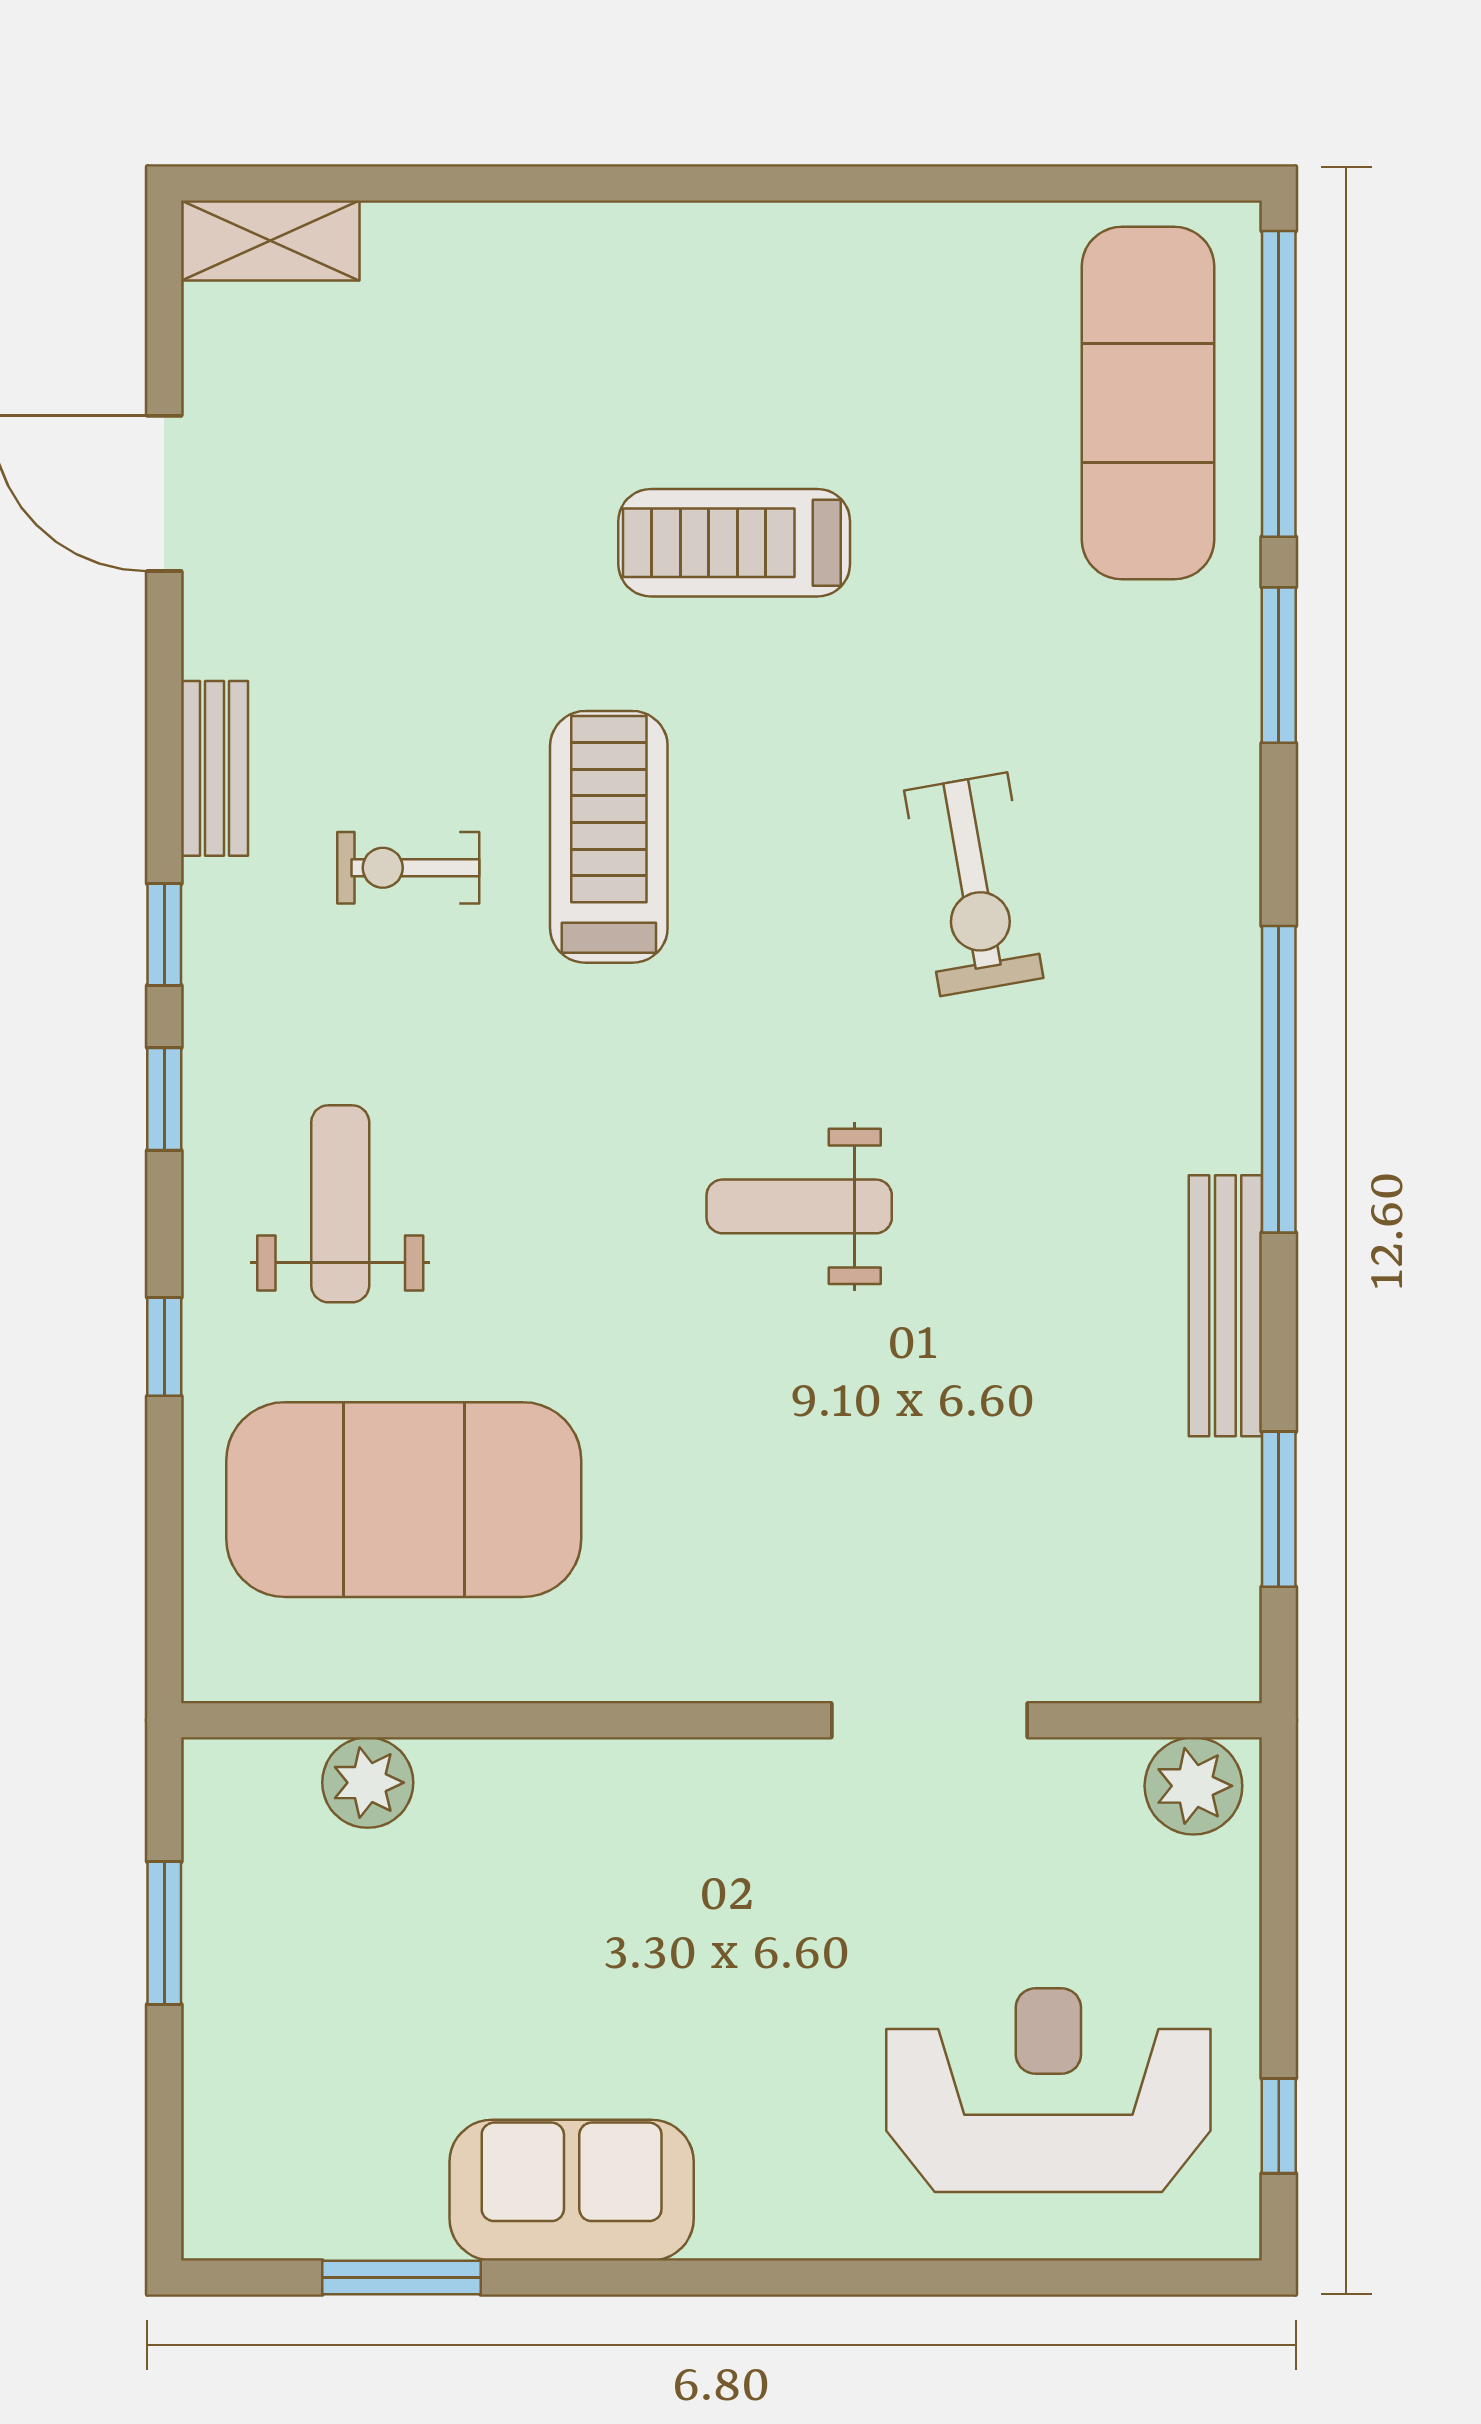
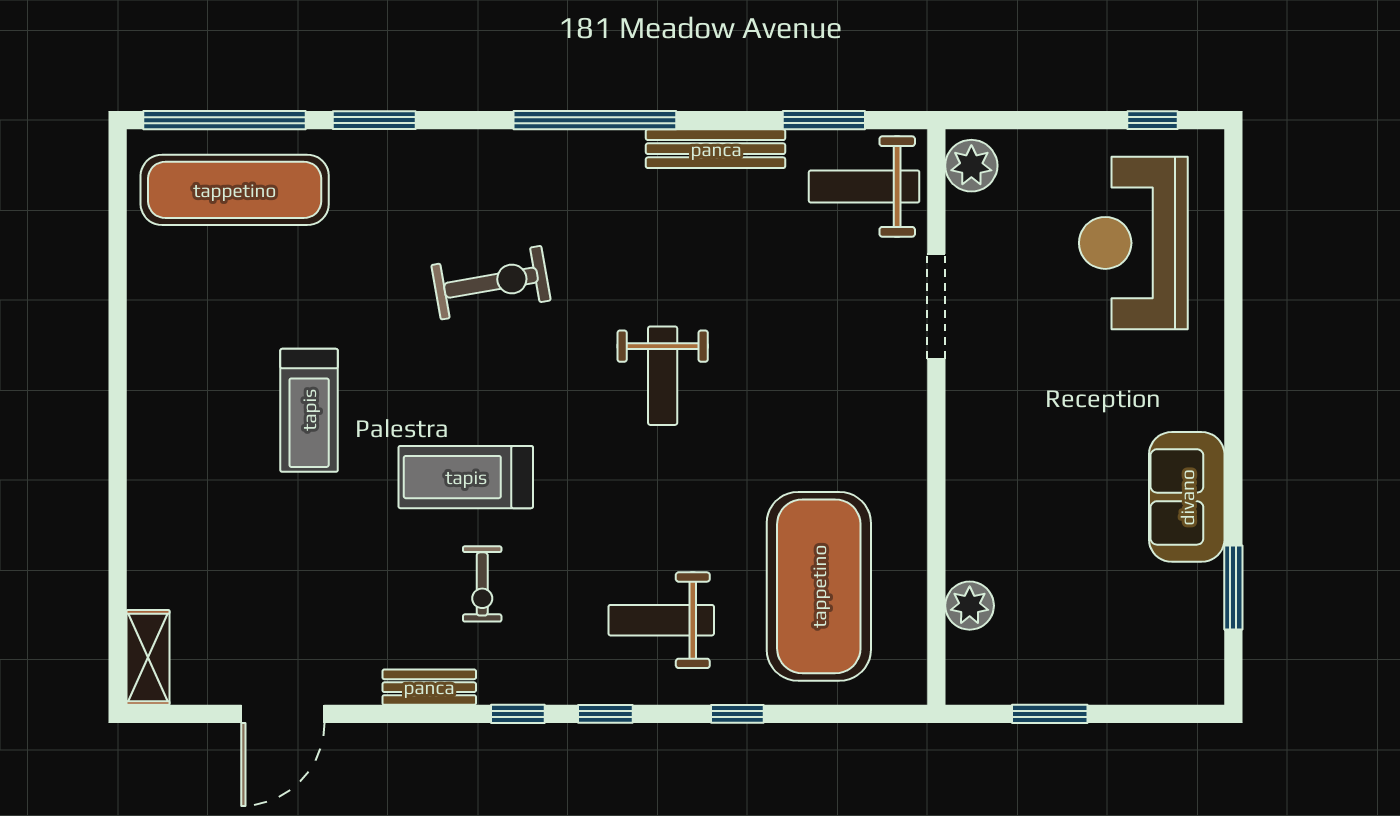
weight bench: (1154, 1585) -> (864, 187), added

